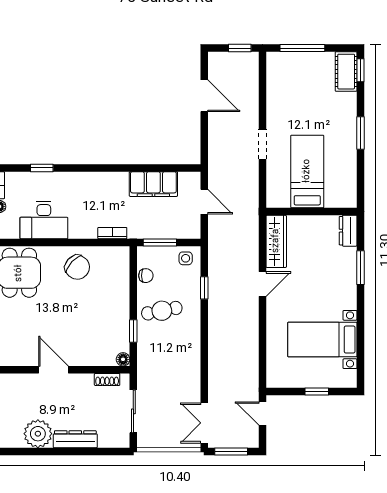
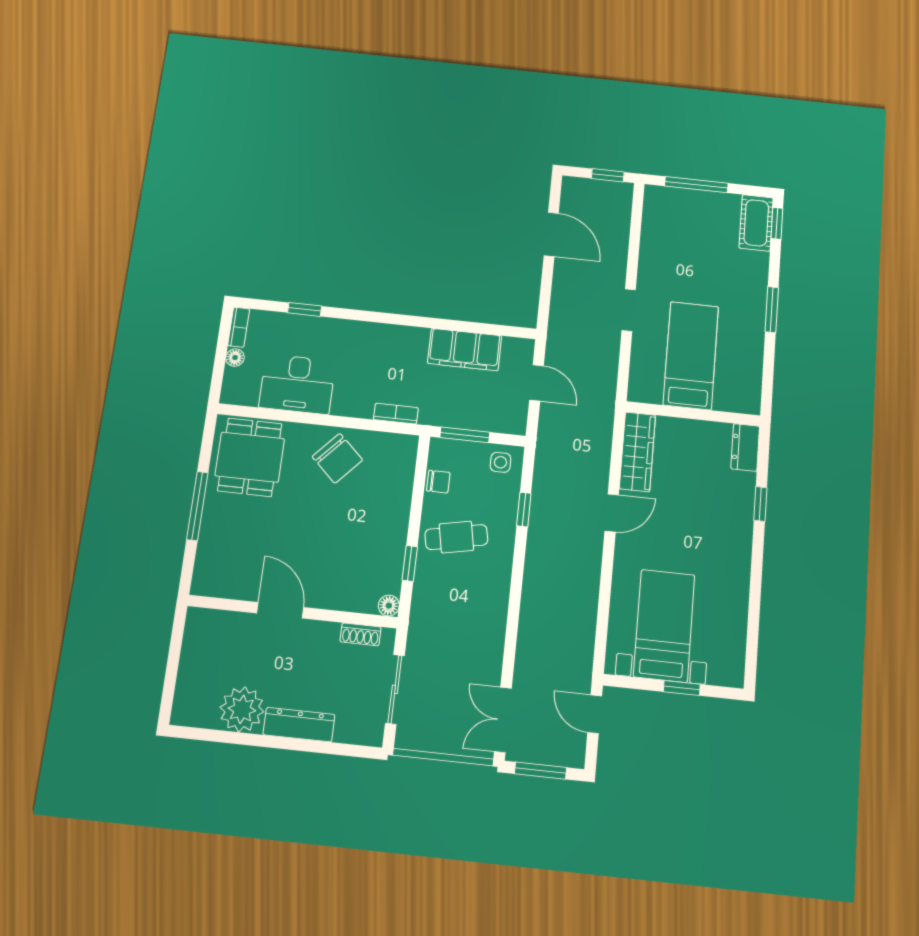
window: (361, 268) -> (760, 504), width x0.67
bed with nightstands: (322, 339) -> (664, 626), moved, turned 90

